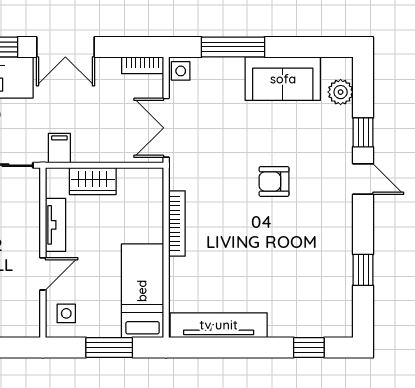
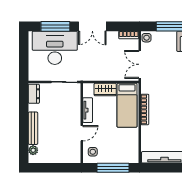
filing cabinet: (59, 148) -> (89, 74), removed
bed: (142, 291) -> (127, 105), moved, turned 180
window: (109, 347) -> (113, 168), width x1.44

